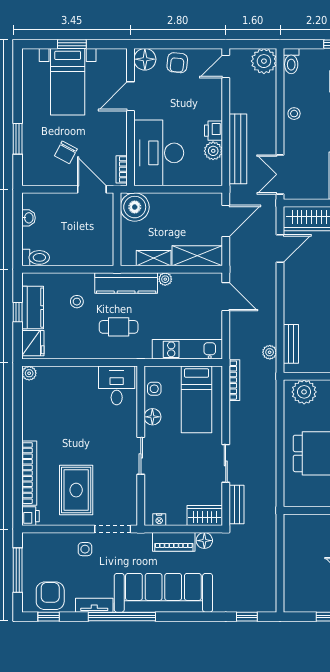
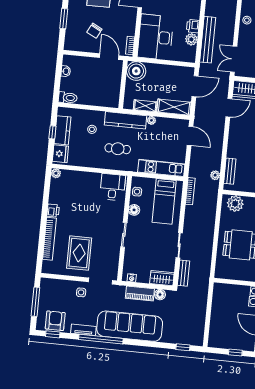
printer: (31, 516) -> (53, 211), moved

